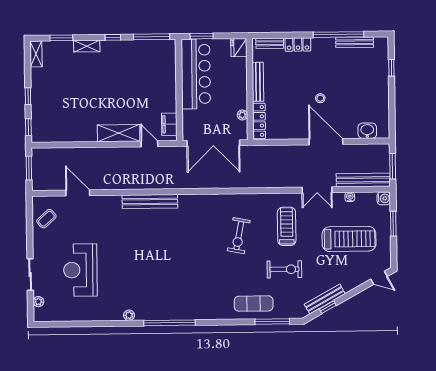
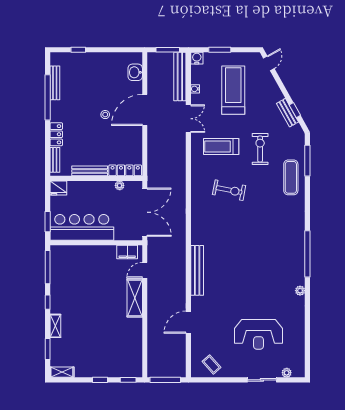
window: (29, 168) -> (165, 380), width x1.44
door: (78, 193) -> (188, 322), moved
bench: (325, 299) -> (288, 113), width x0.73

